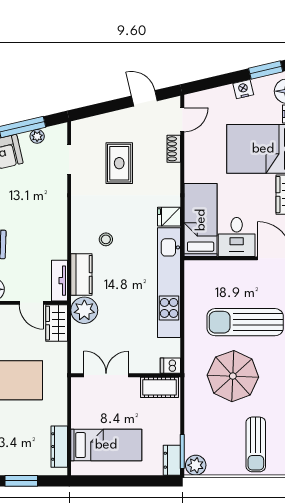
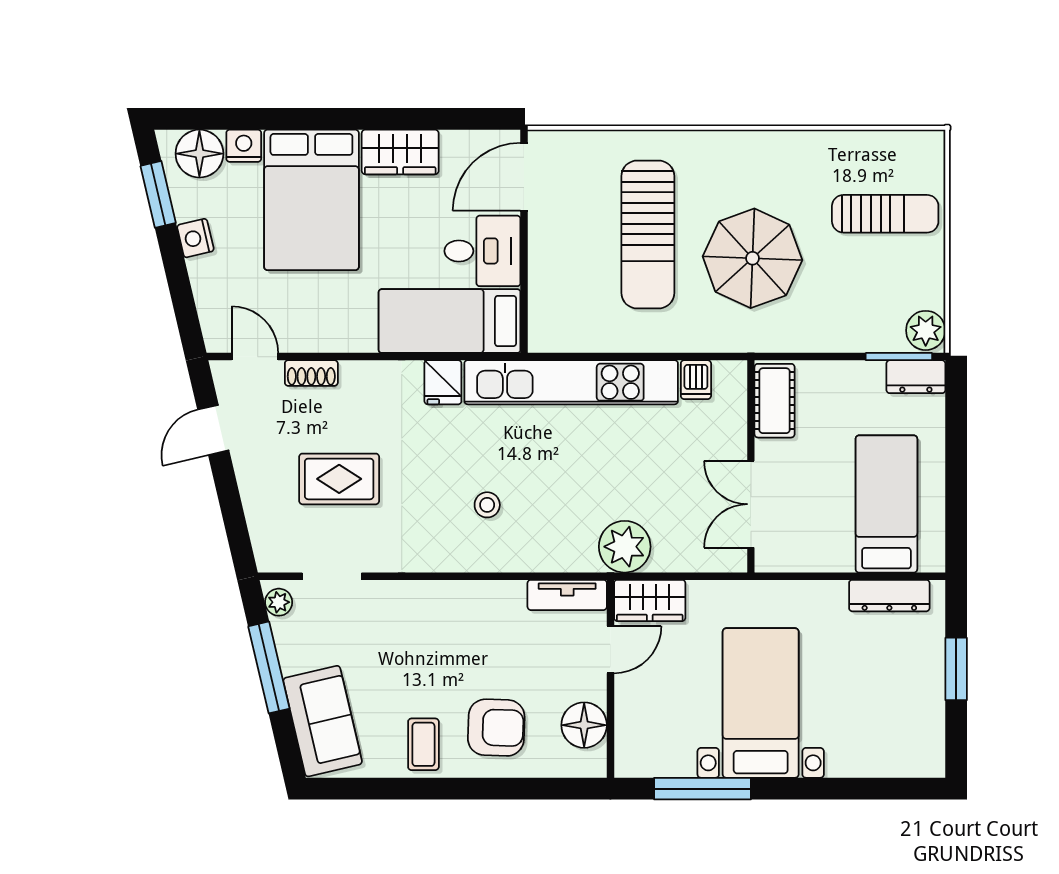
plant: (37, 136) -> (279, 602), moved
kitchen counter: (81, 274) -> (555, 552), removed
dishwasher: (170, 366) -> (696, 380), moved

